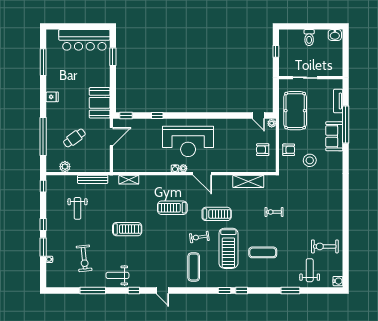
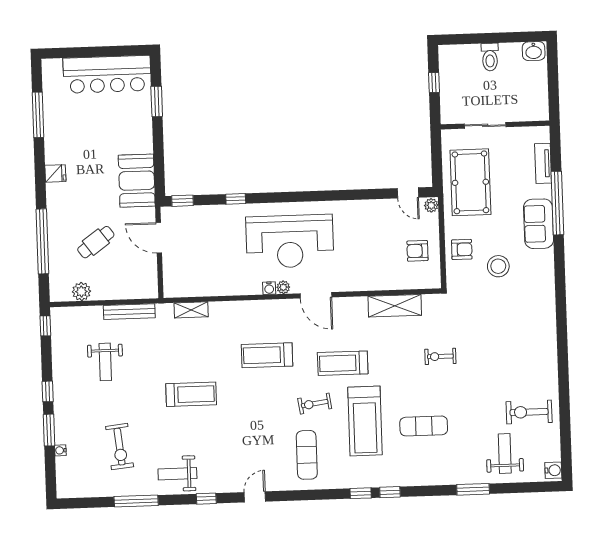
door: (111, 137) -> (159, 238), swing flipped
treadmill: (217, 214) -> (343, 363), turned 180
door: (162, 291) -> (255, 497), swing flipped

